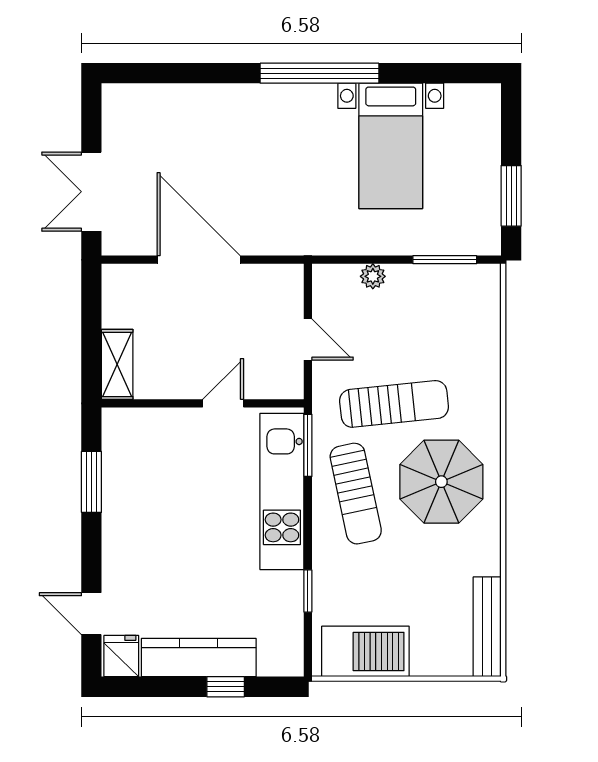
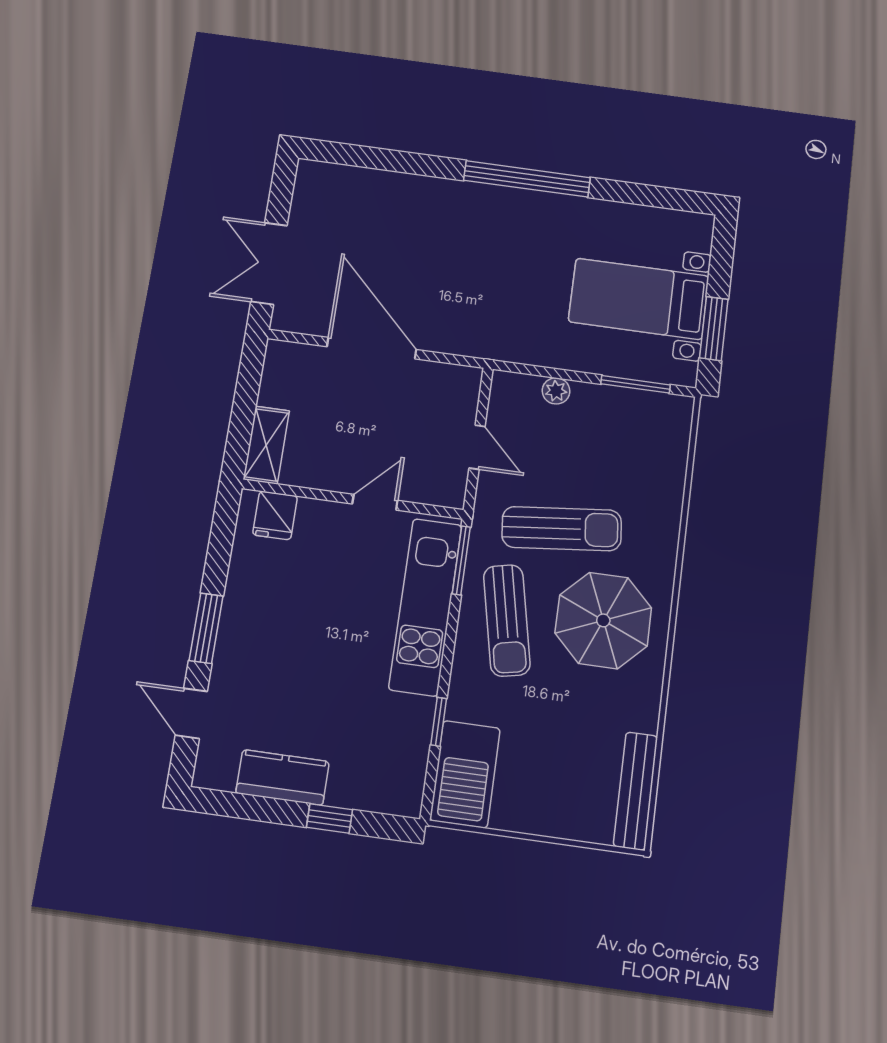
bed with nightstands: (391, 146) -> (639, 299), moved, turned 90
window: (91, 482) -> (206, 628), moved
barbecue: (365, 651) -> (465, 774), moved, turned 90
fridge: (121, 656) -> (275, 515), moved, turned 180
kitchen counter: (199, 658) -> (283, 777), width x0.67

